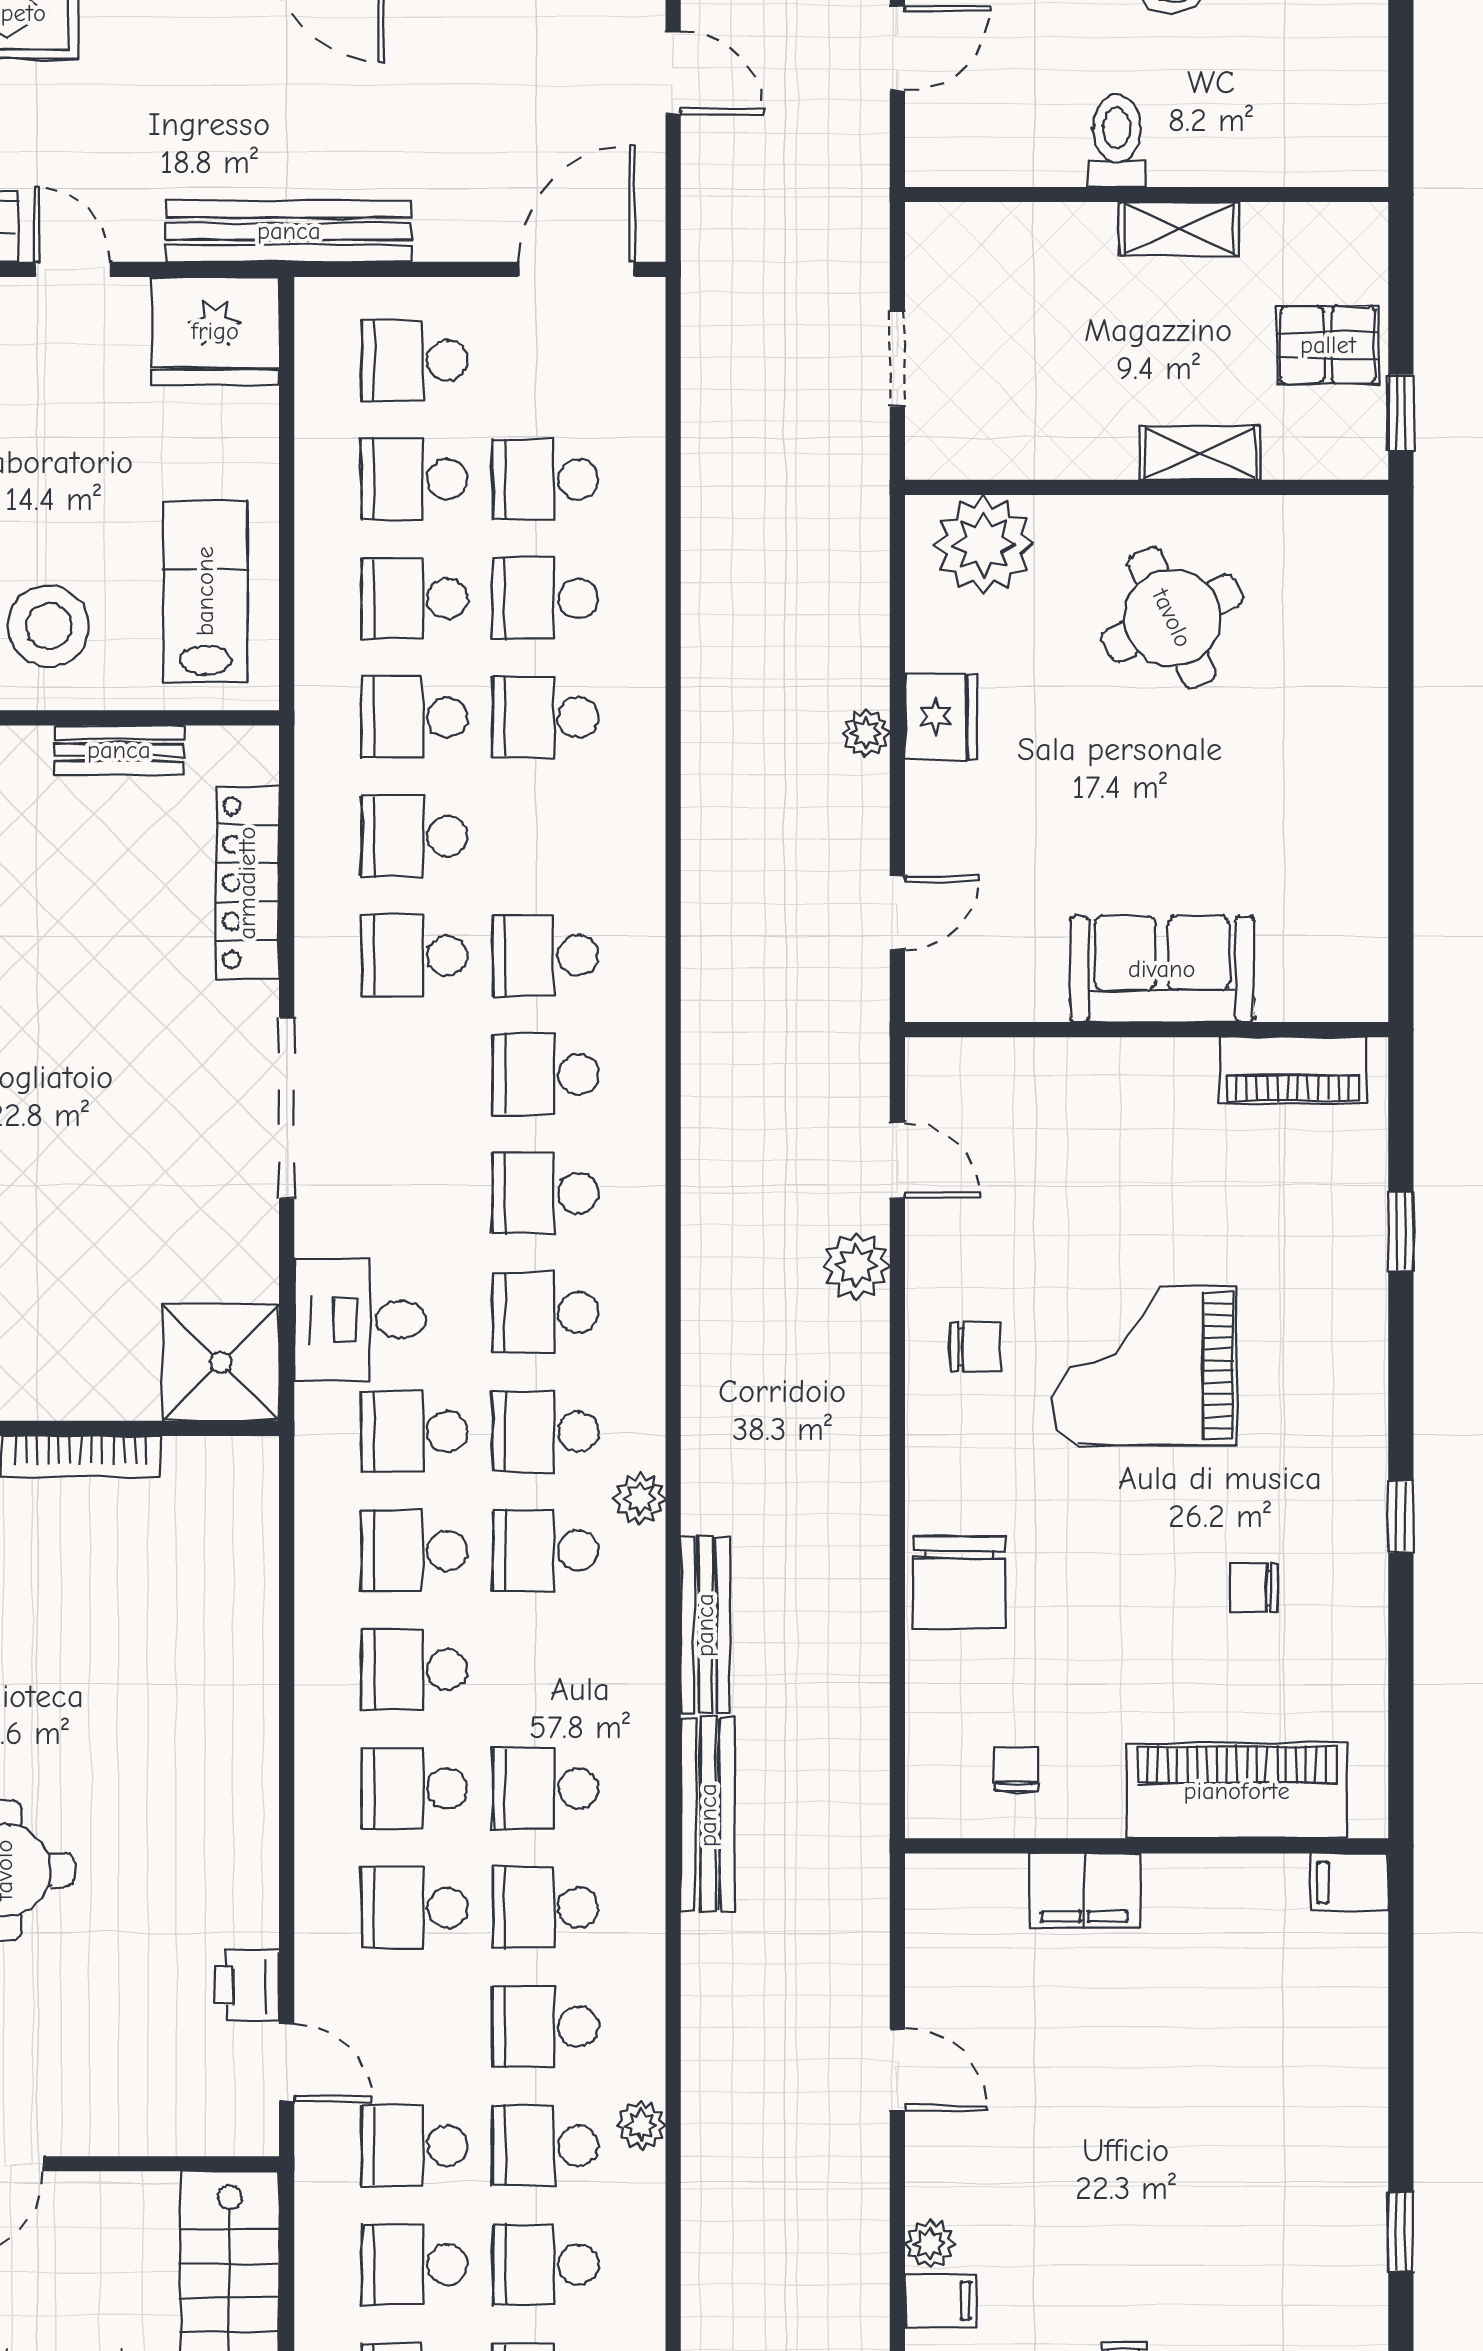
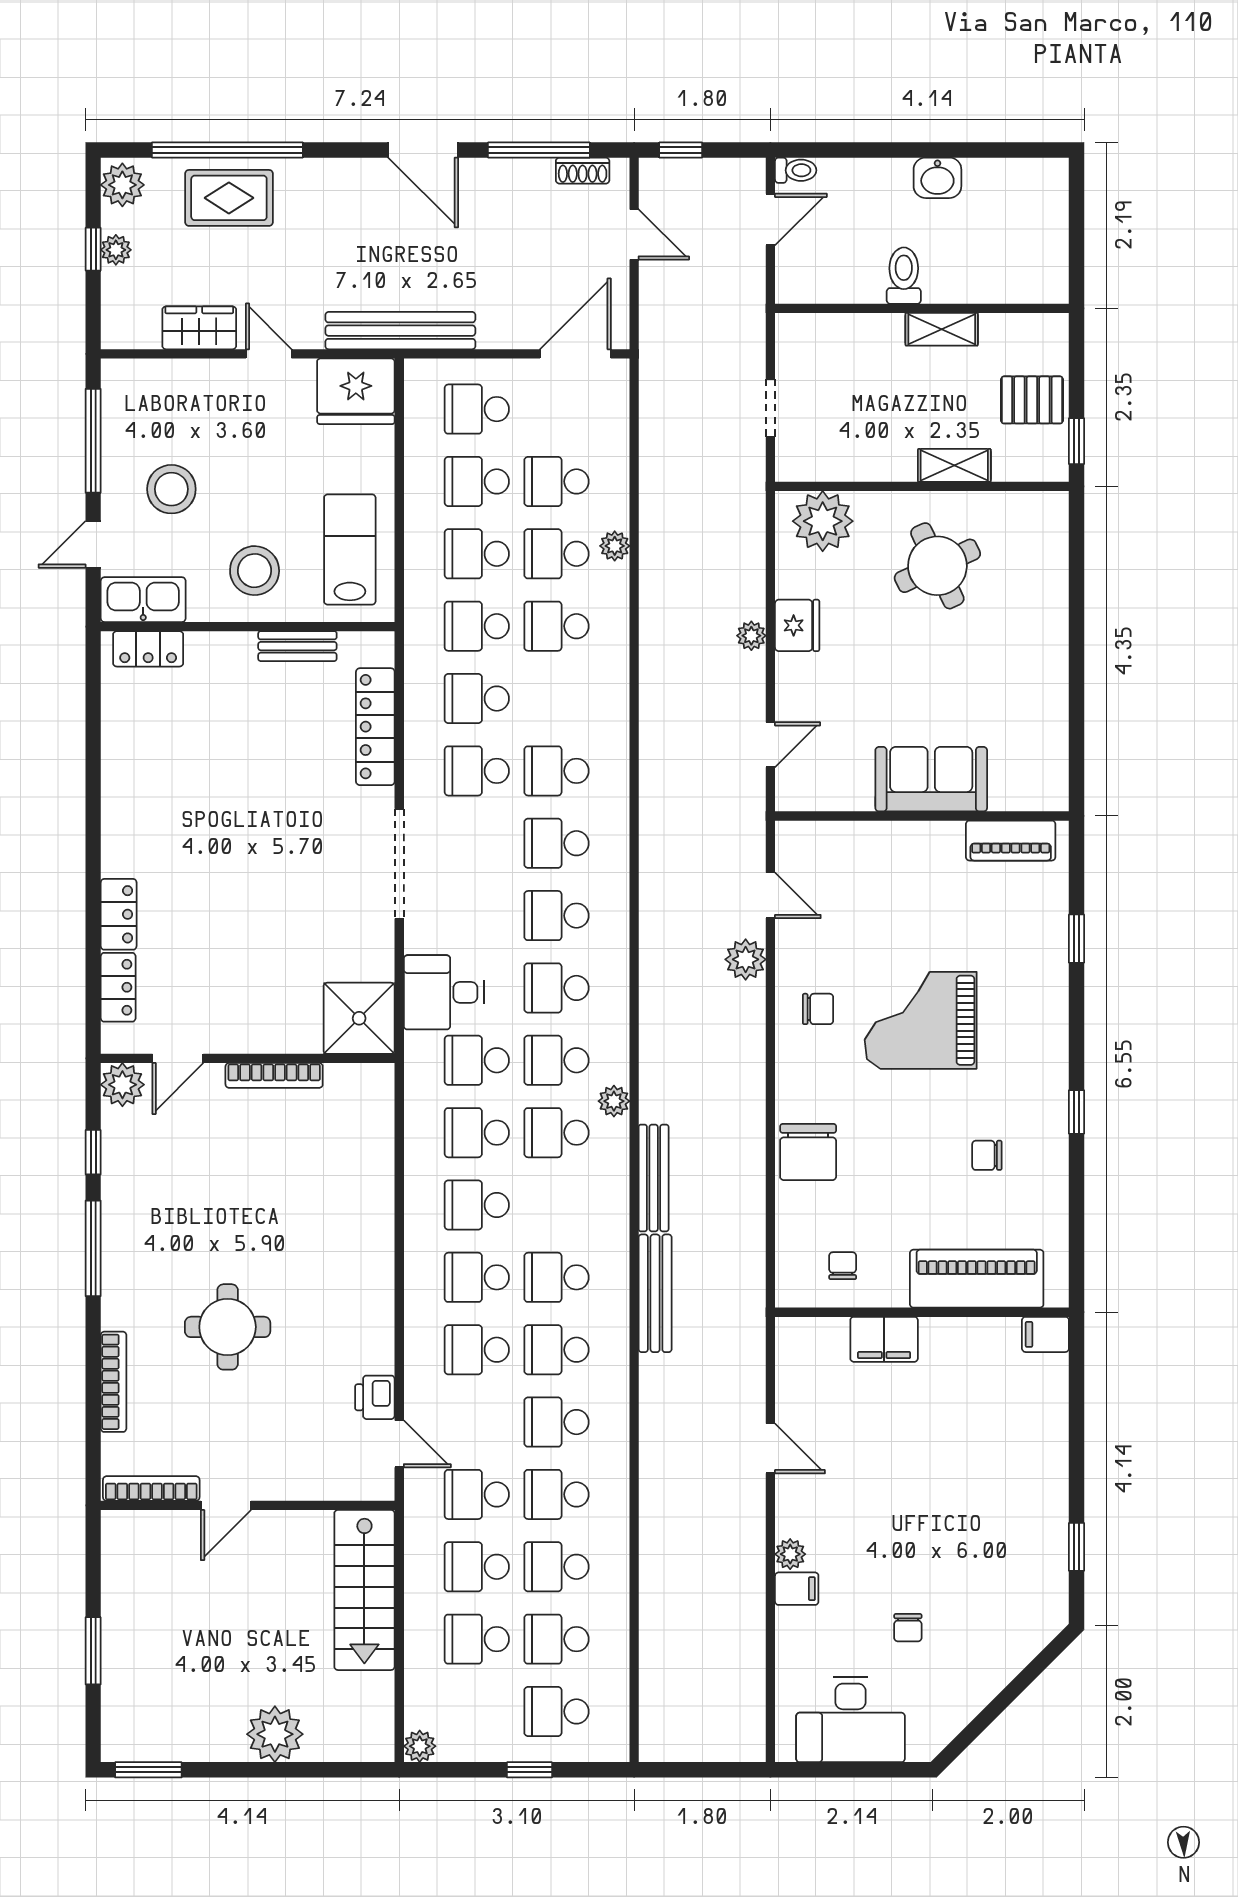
plant: (641, 2125) -> (615, 546), moved

